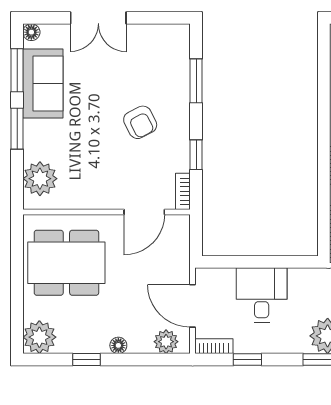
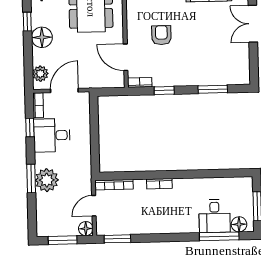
armchair: (140, 122) -> (161, 35), moved, turned 117
desk: (262, 295) -> (52, 135), moved, turned 180
floor lamp: (118, 345) -> (42, 37), width x1.89, depth x1.89

